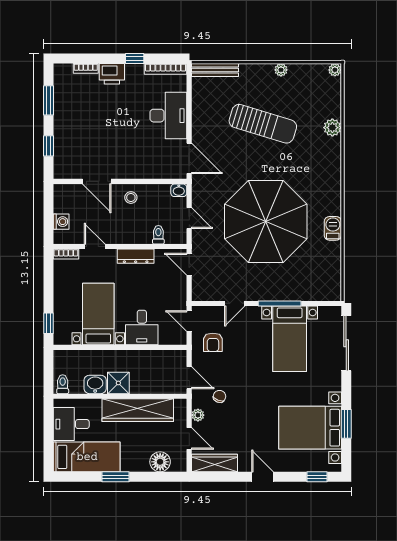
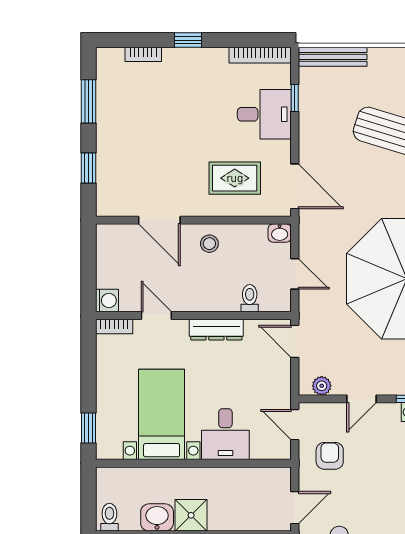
window: (135, 59) -> (188, 40), moved
printer: (112, 74) -> (182, 62), removed
window: (189, 98) -> (295, 98), added
desk: (168, 116) -> (264, 114), width x0.73
rug: (148, 153) -> (235, 178), added
washing machine: (61, 222) -> (107, 301), moved
plant: (207, 295) -> (322, 386), added
armchair: (213, 342) -> (330, 456), turned 180
door: (189, 378) -> (295, 508), hinge flipped

